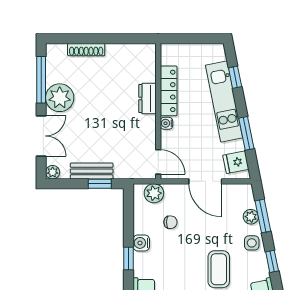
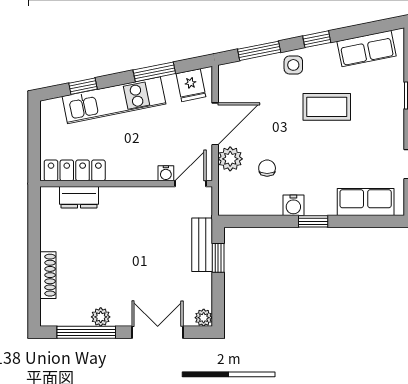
locker: (169, 91) -> (75, 170), moved
plant: (60, 98) -> (101, 317), width x0.53, depth x0.53
dresser: (147, 98) -> (79, 197), moved
water cooler: (166, 123) -> (166, 173), moved
bench: (92, 171) -> (202, 245), moved
plant: (154, 193) -> (230, 159), moved
plant: (251, 217) -> (260, 66), removed

